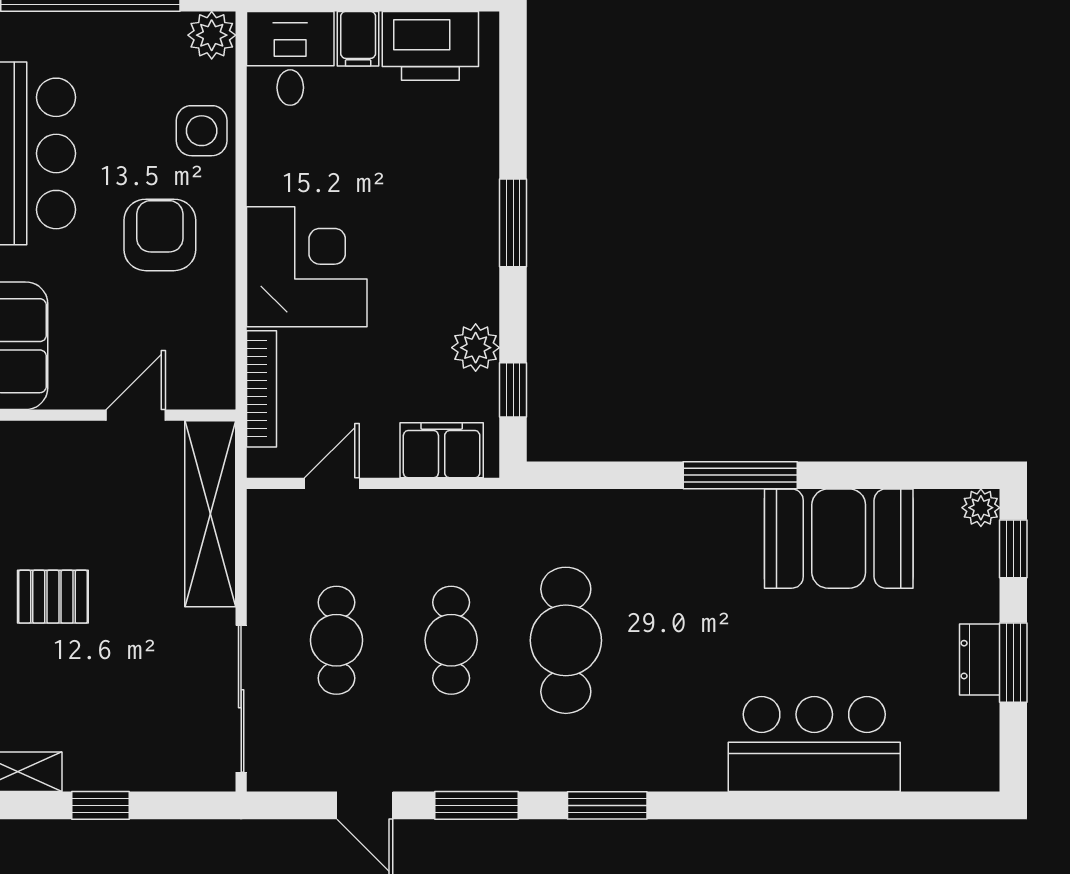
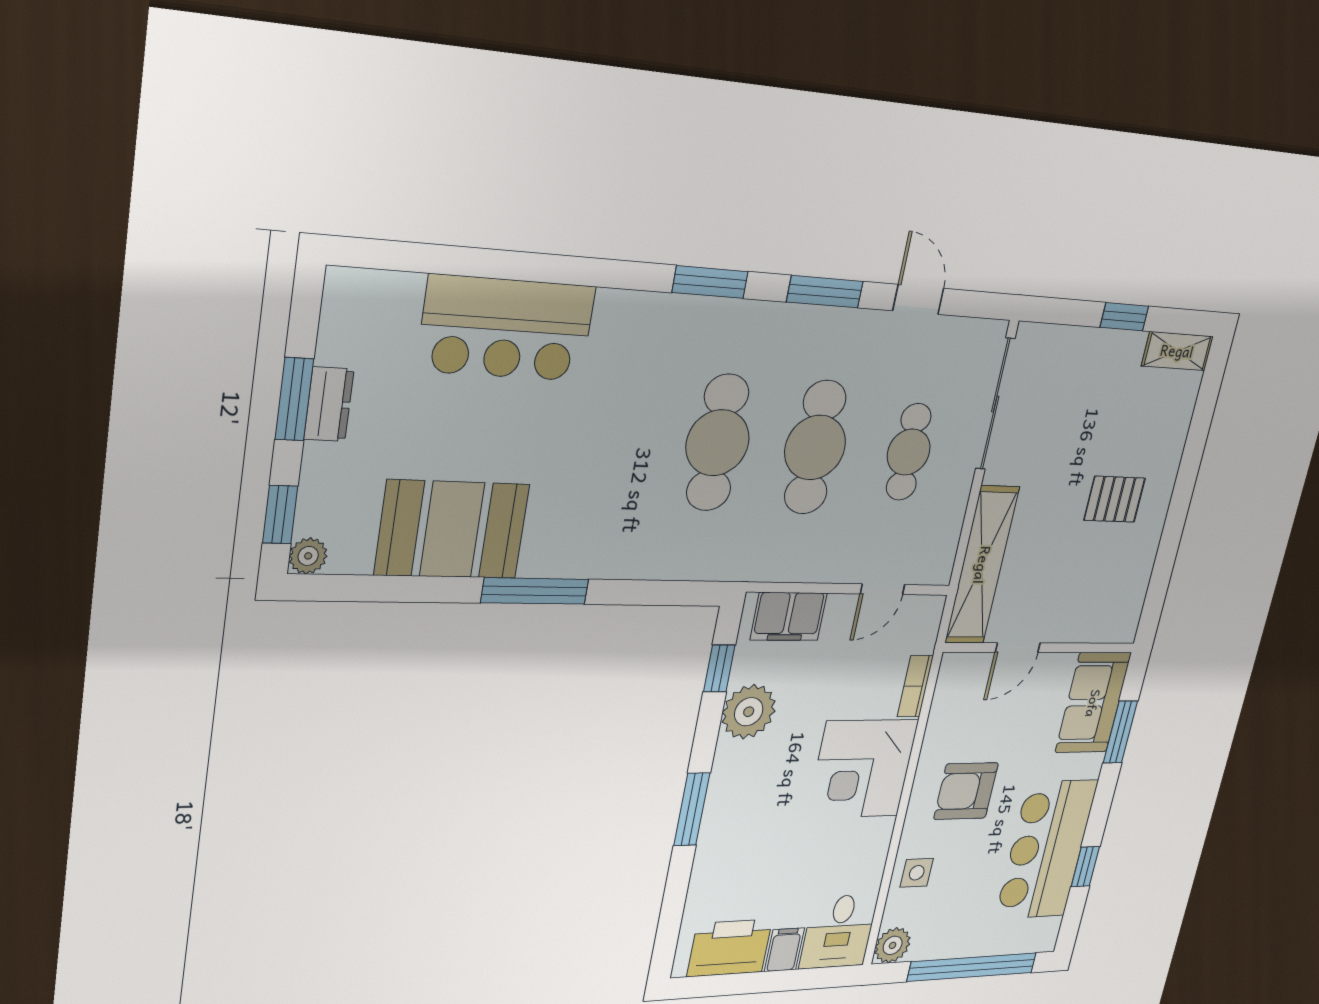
side table: (202, 131) -> (917, 873), width x0.73, depth x0.73
armchair: (160, 235) -> (966, 791), turned 90
plant: (476, 348) -> (749, 712), width x1.36, depth x1.36
bookcase: (261, 389) -> (915, 686), width x0.64
cafe table: (451, 640) -> (815, 448), width x1.37, depth x1.35

